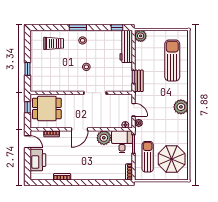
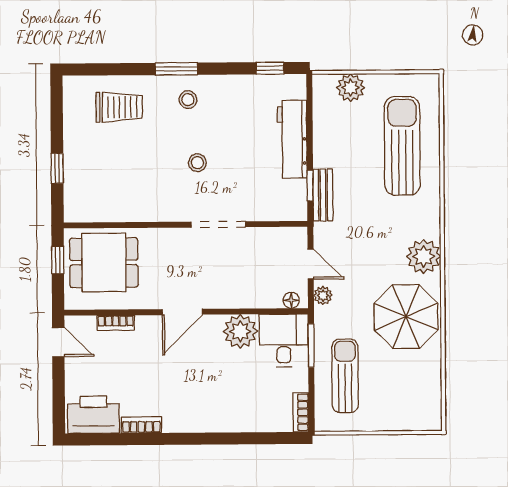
plant: (141, 36) -> (351, 88), moved
workbench: (126, 46) -> (292, 139), moved
parasol: (172, 159) -> (406, 317), moved
printer: (38, 160) -> (93, 415), moved, turned -90

